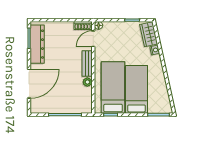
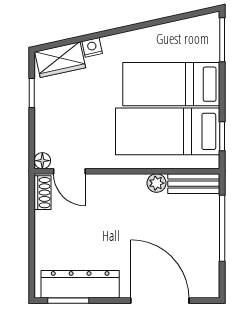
bench: (87, 64) -> (194, 184), moved

